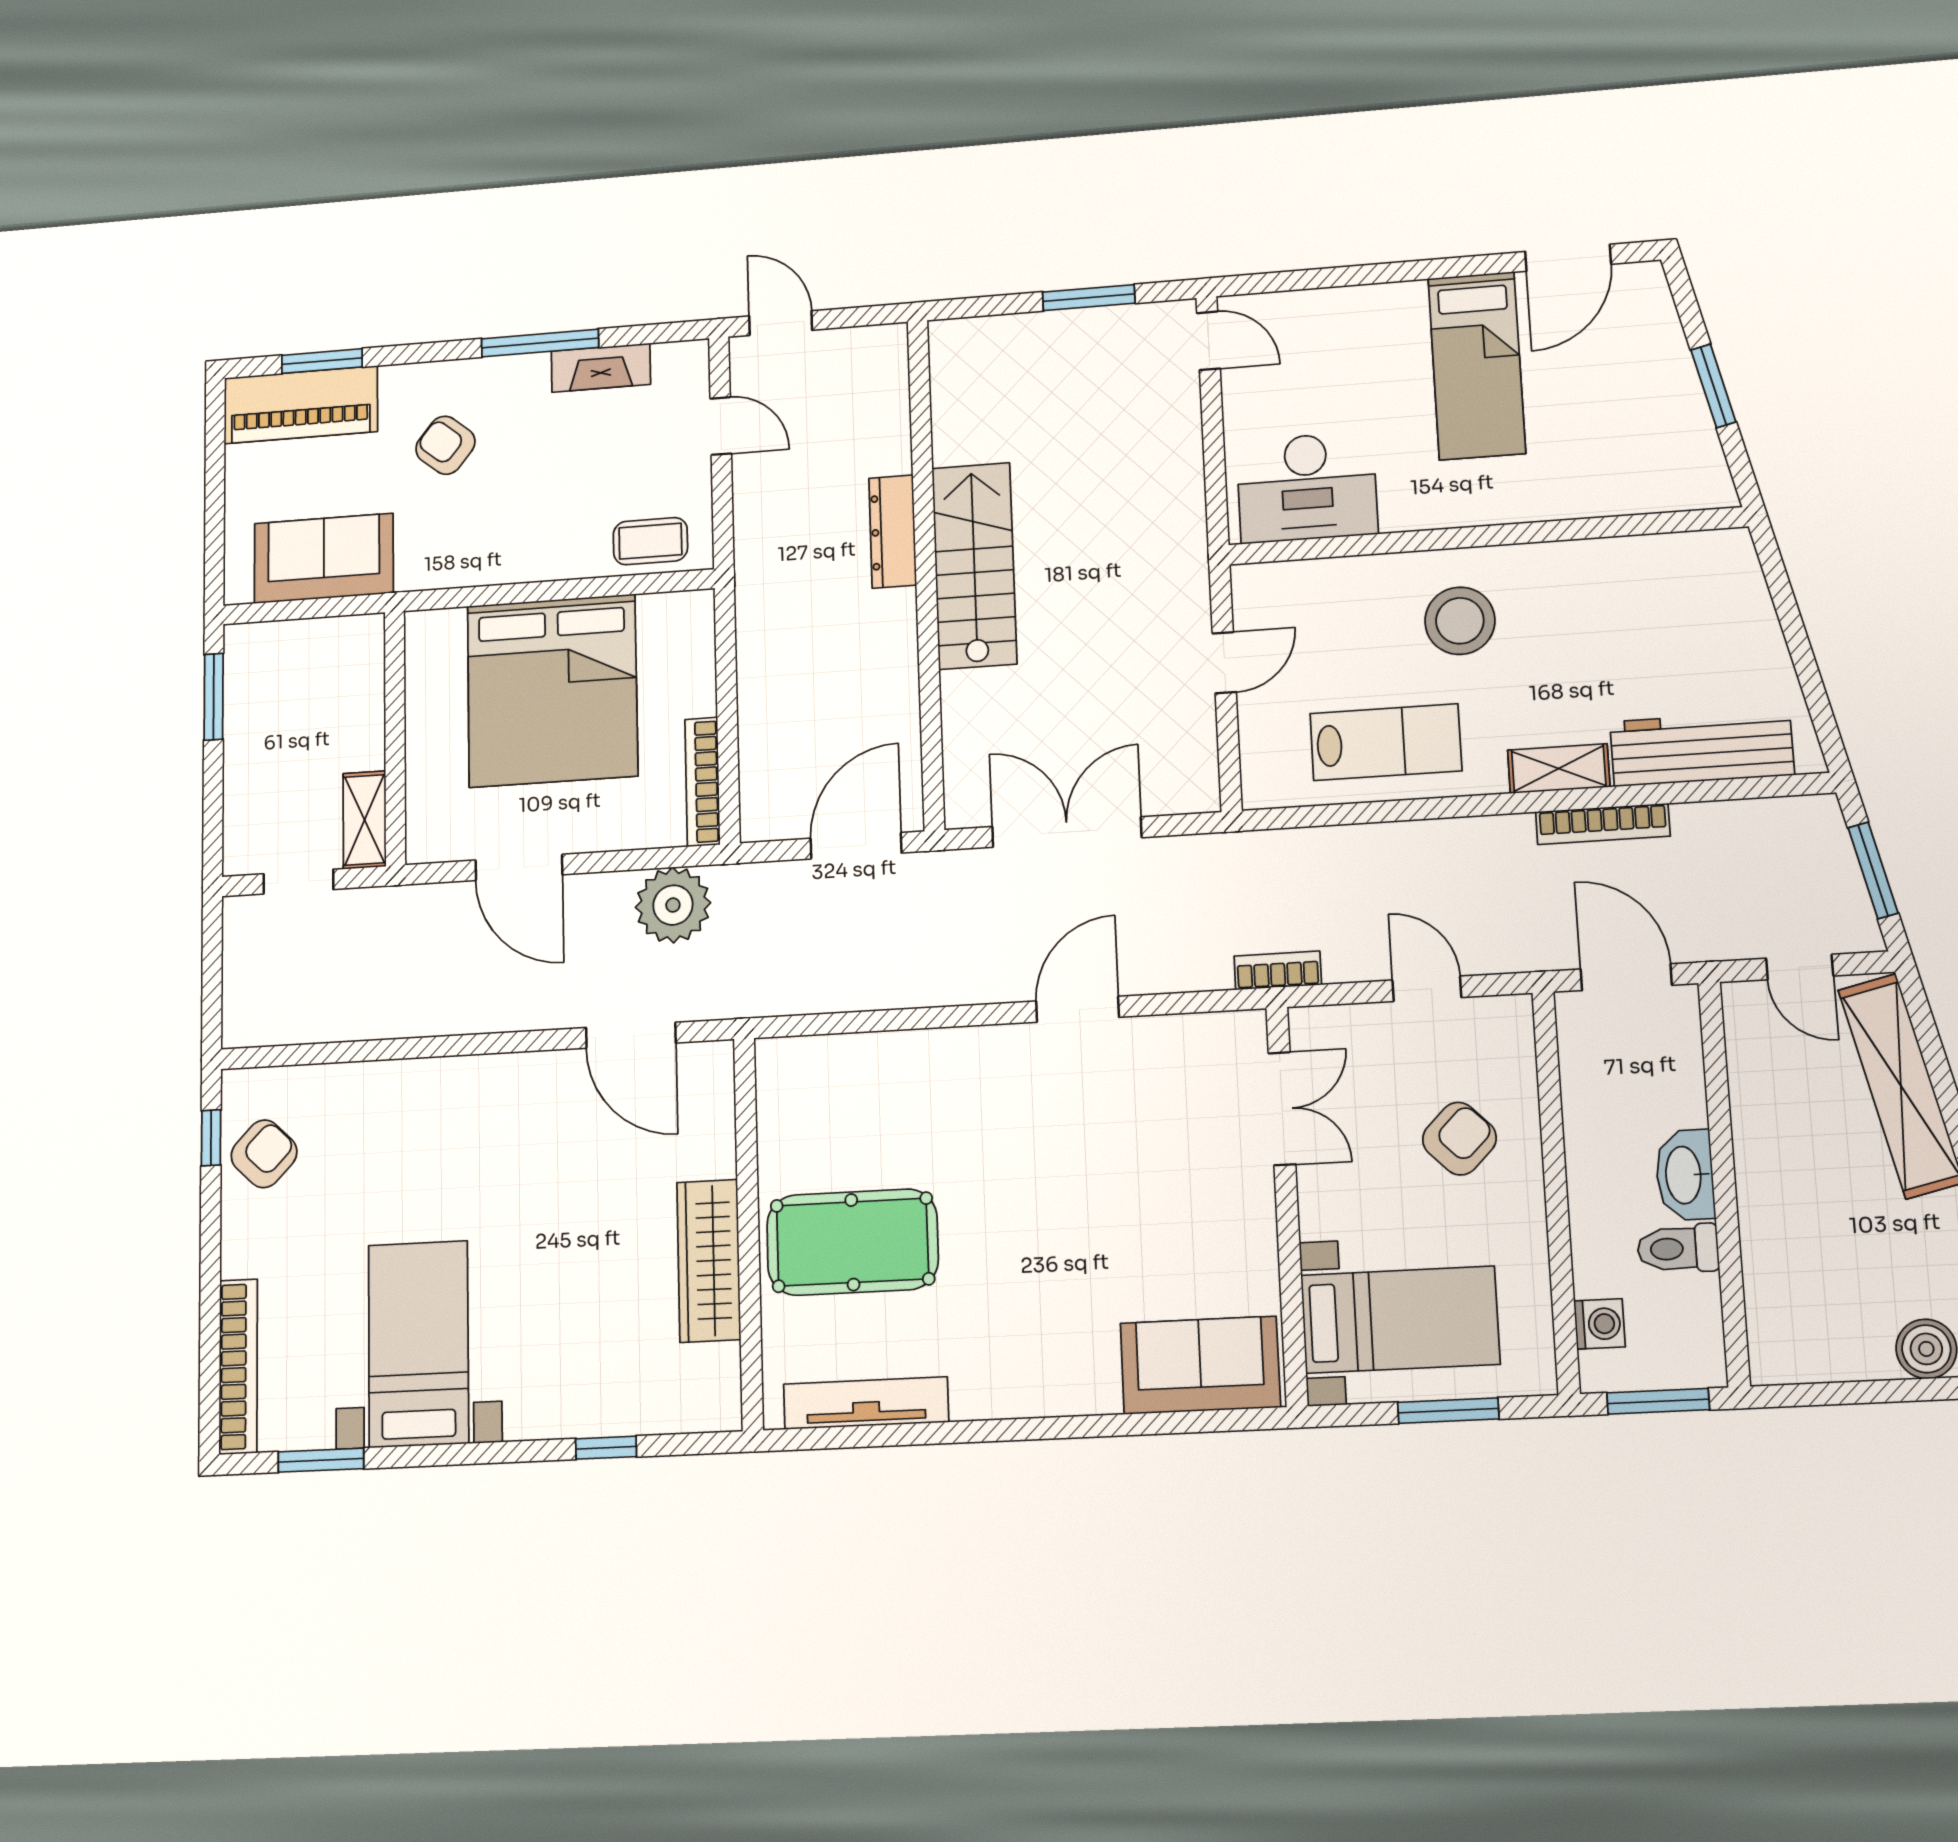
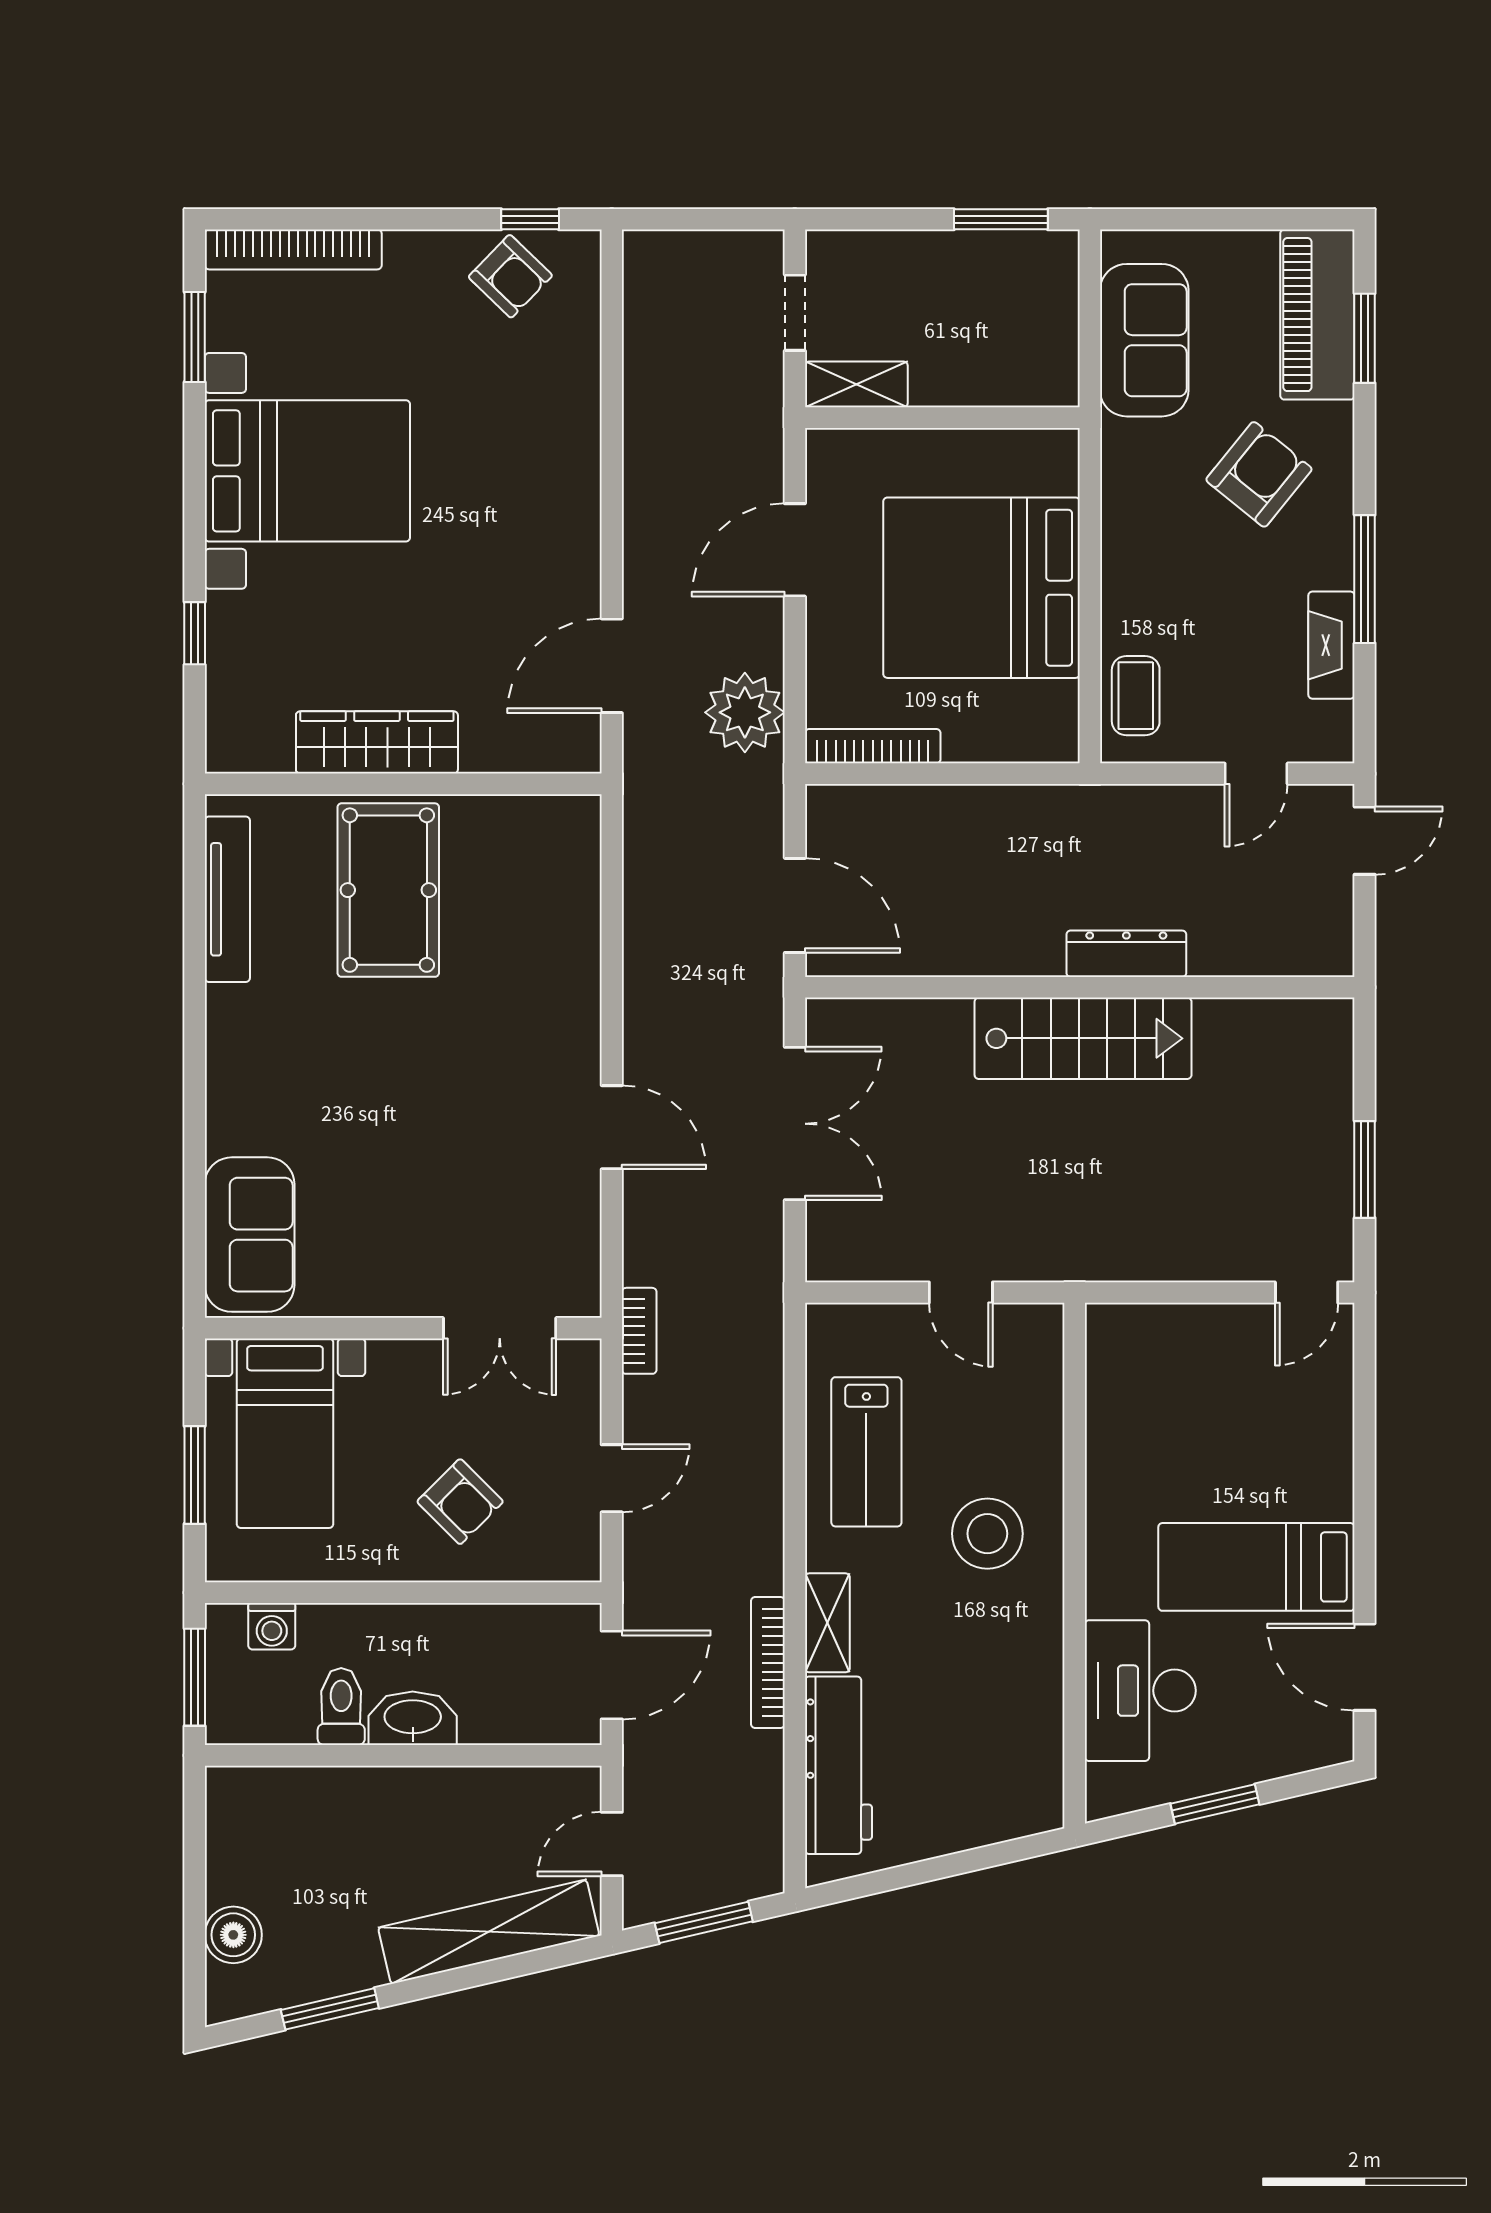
armchair: (445, 445) -> (1259, 474), width x1.38, depth x1.38
desk: (1307, 487) -> (1140, 1691), moved
bed with nightstands: (418, 1344) -> (307, 471), width x1.36

